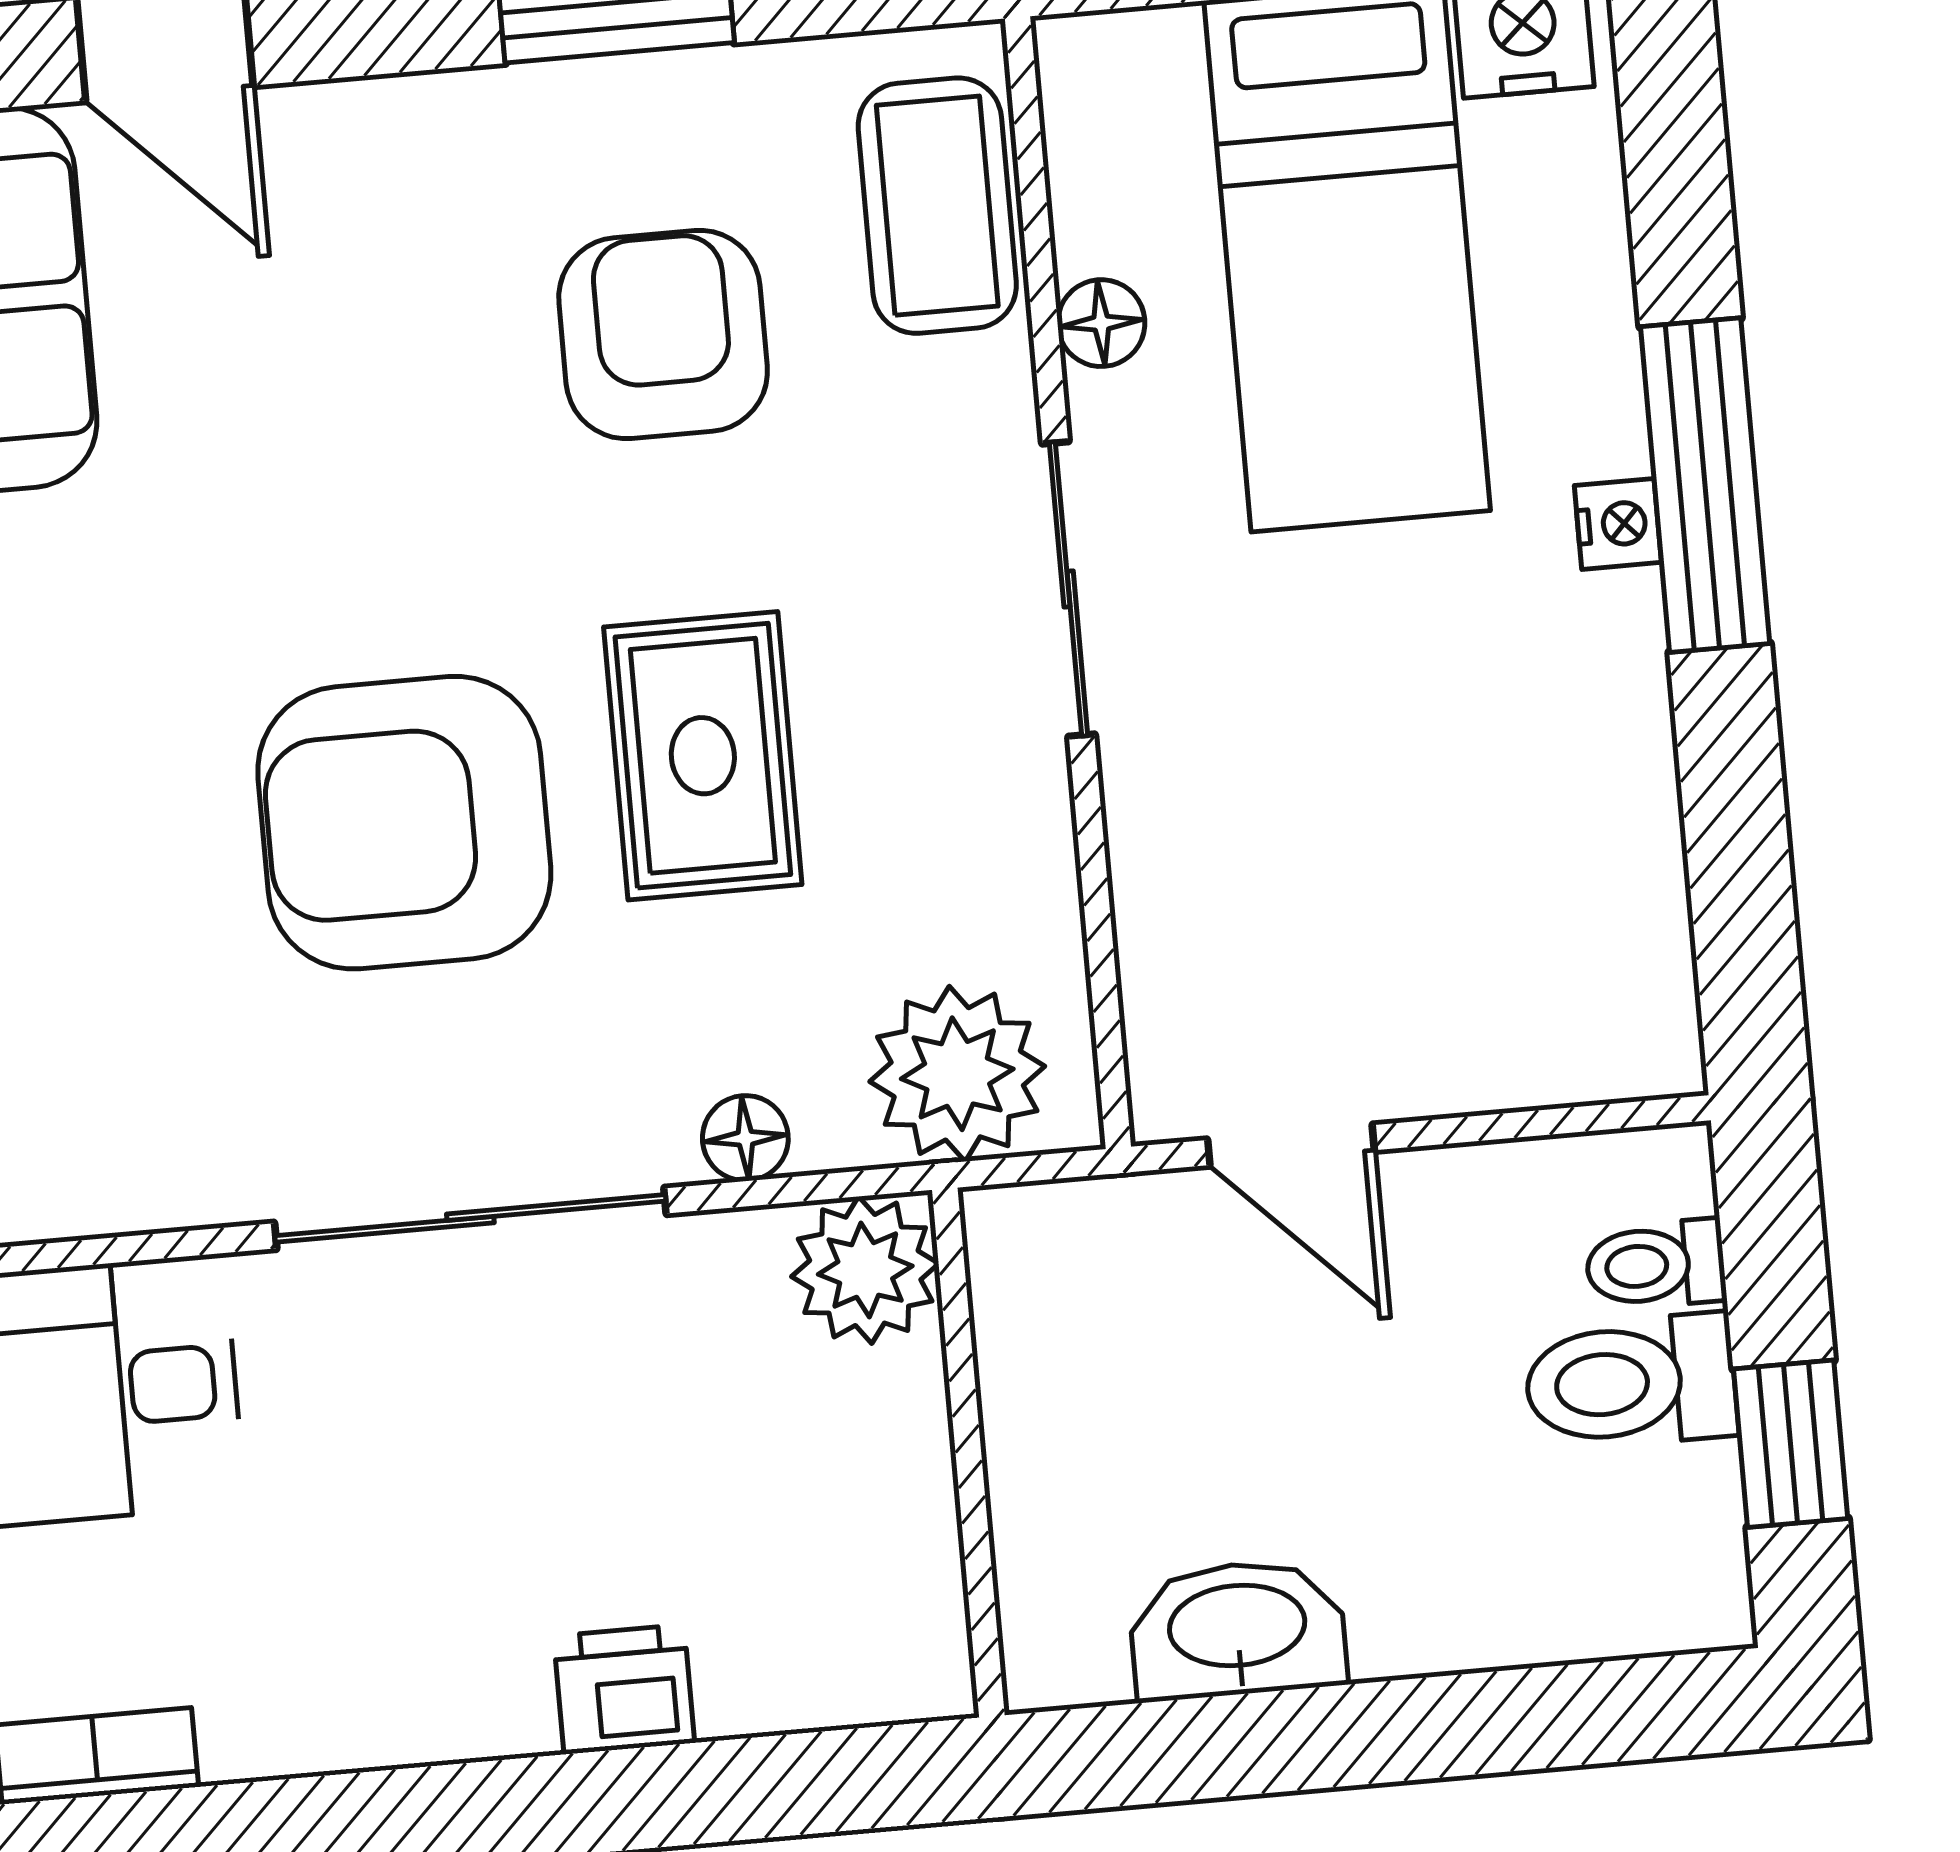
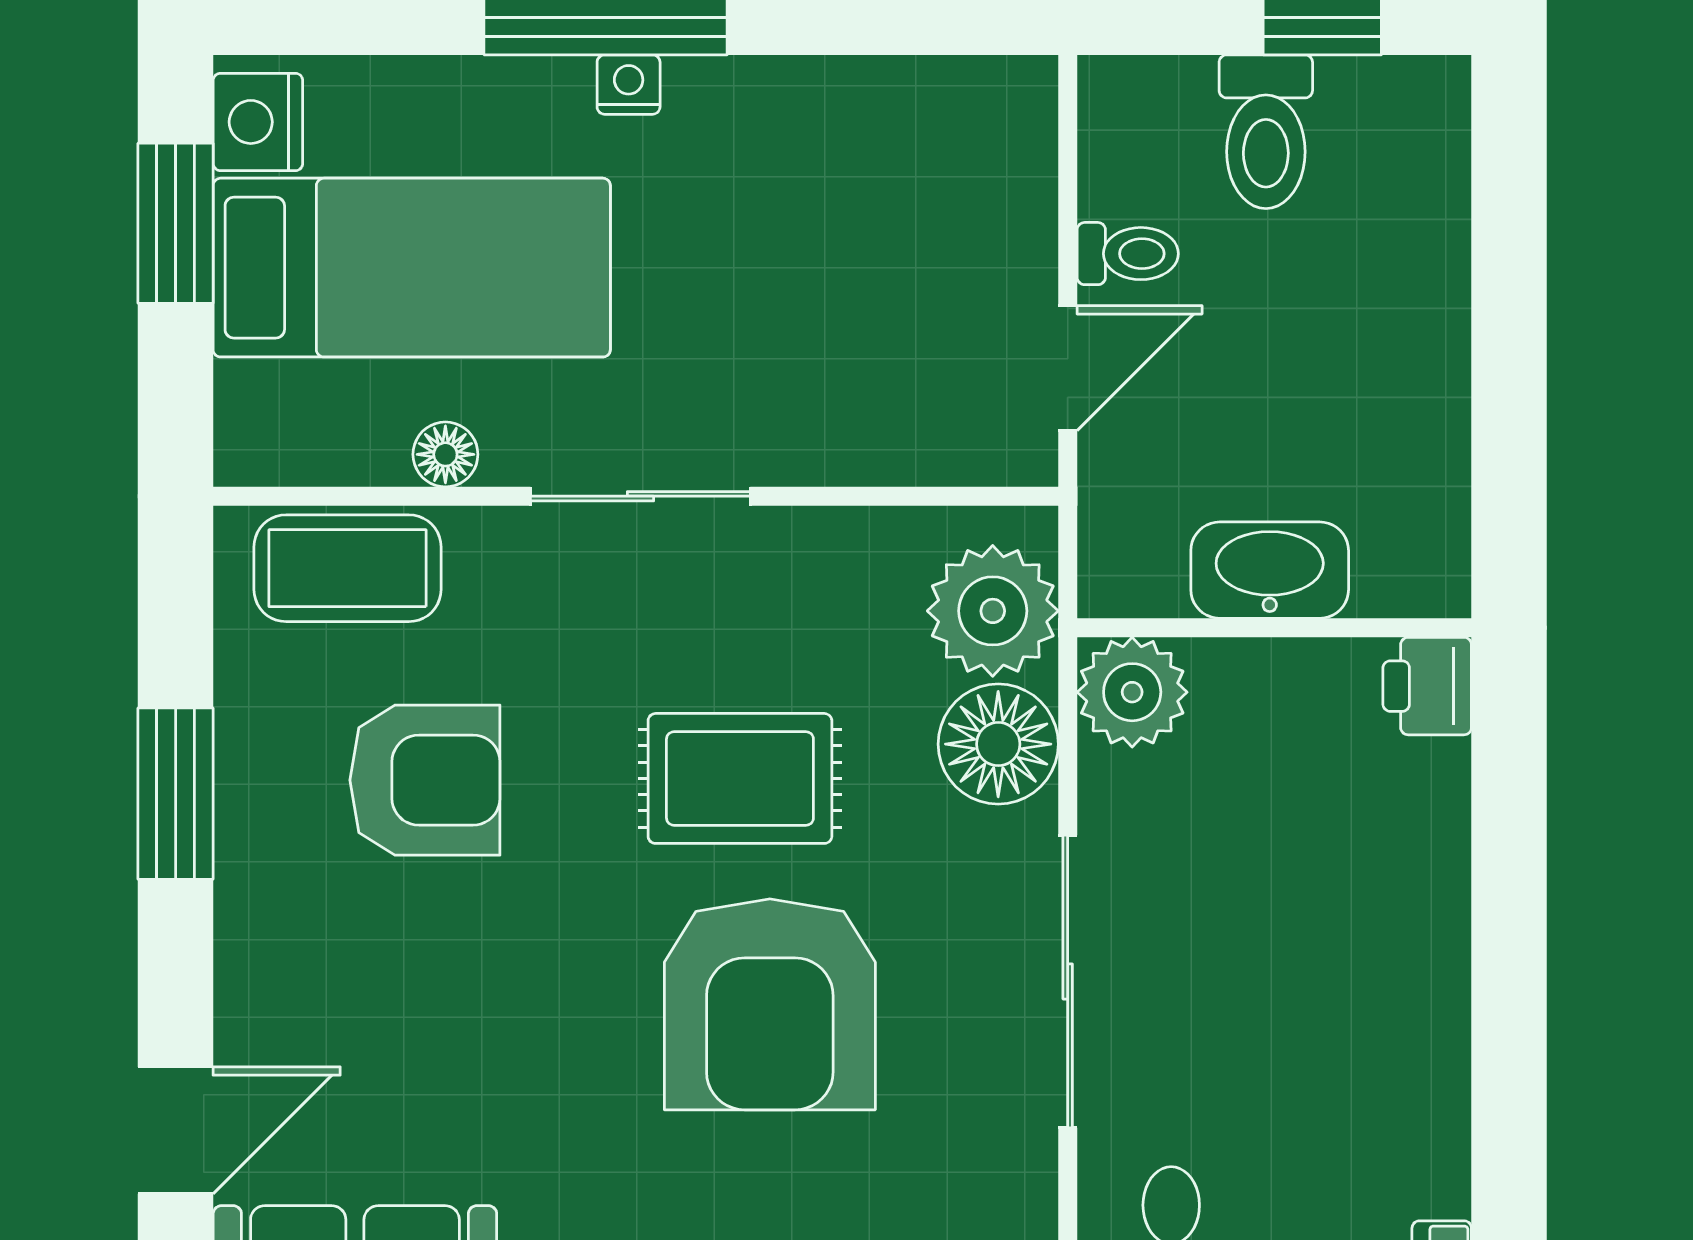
armchair: (663, 335) -> (425, 780), turned 180
floor lamp: (745, 1138) -> (998, 744), width x1.89, depth x1.89
toilet: (1656, 1265) -> (1128, 254), moved, turned -90
washbasin: (1237, 1629) -> (1270, 570), moved, turned 90
printer: (624, 1689) -> (1427, 686), moved

